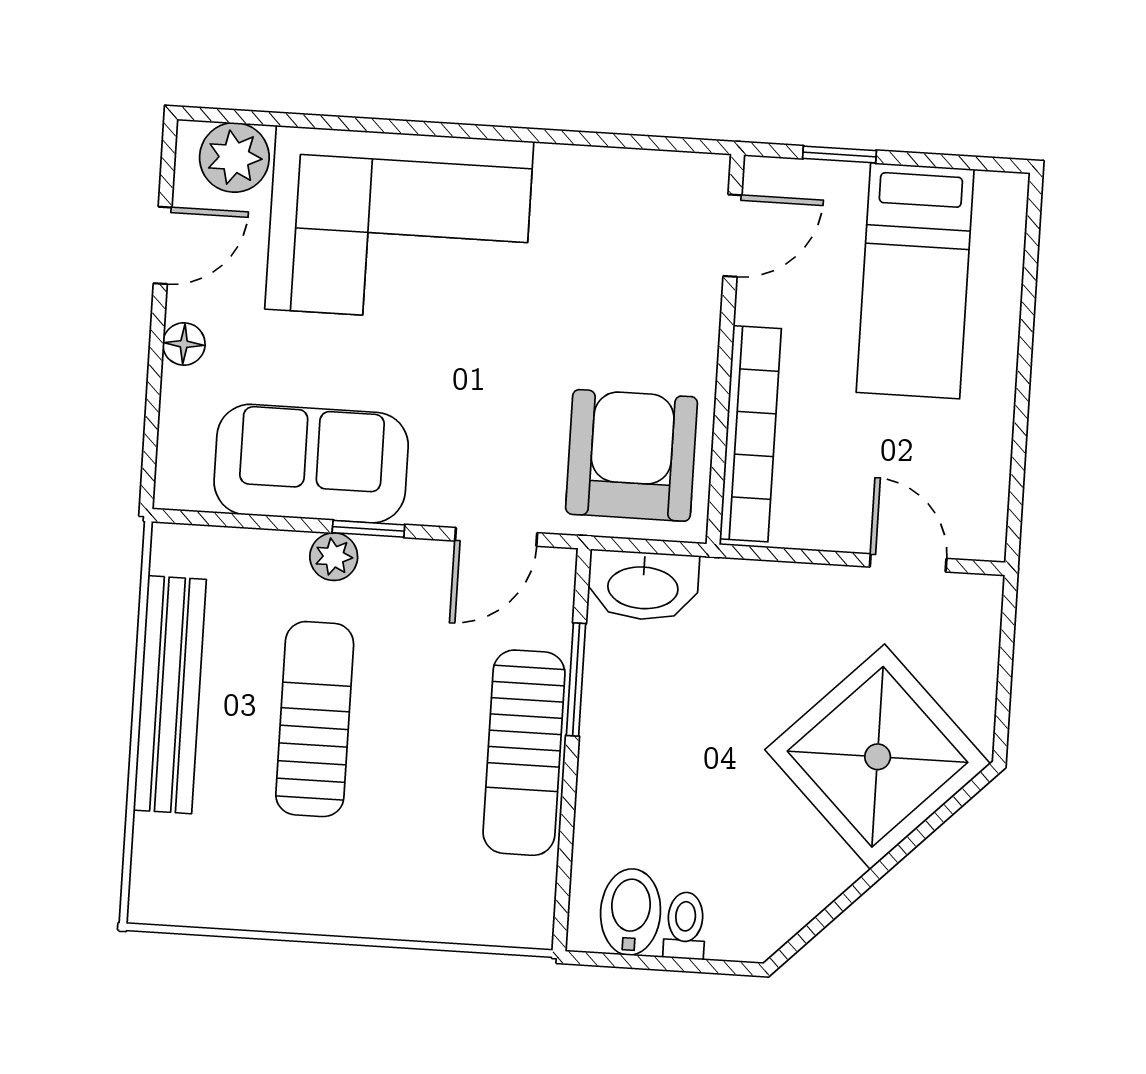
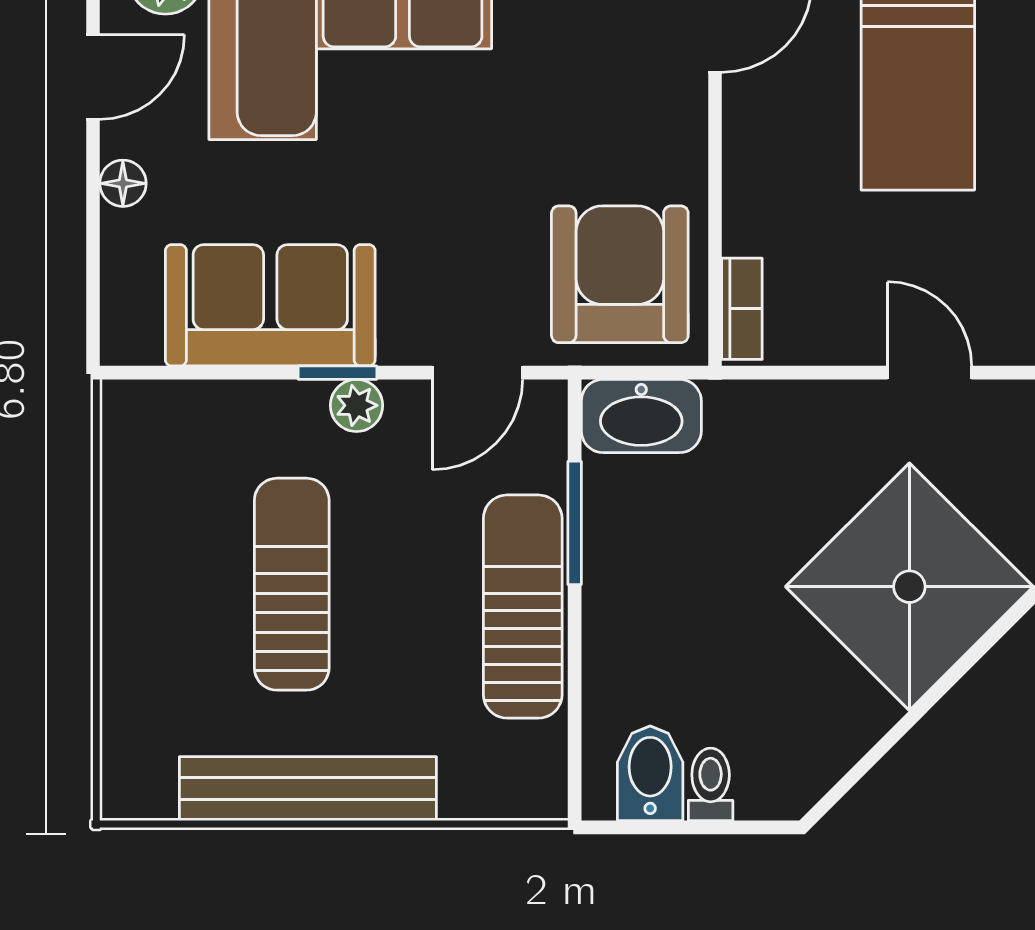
bookcase: (750, 434) -> (742, 309), width x0.43, depth x0.76
plant: (334, 557) -> (356, 405), moved
bench: (170, 695) -> (308, 789), moved, turned 90
sun lounger: (524, 753) -> (523, 607), turned 180

